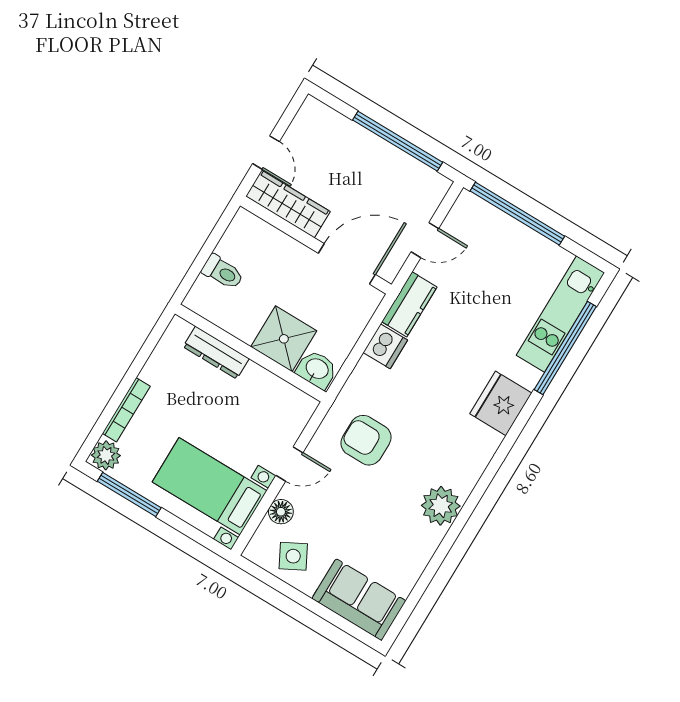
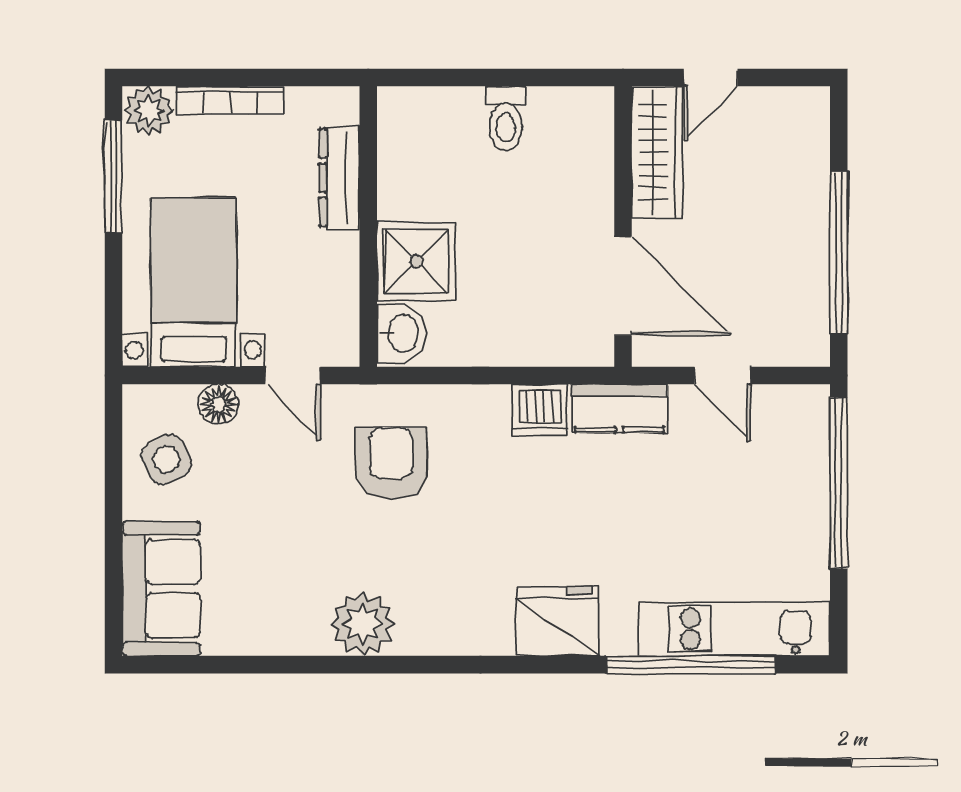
shower: (284, 339) -> (417, 261), moved
dresser: (216, 353) -> (339, 178), moved
wall: (251, 353) -> (368, 227), moved
washbasin: (317, 369) -> (402, 333), moved

